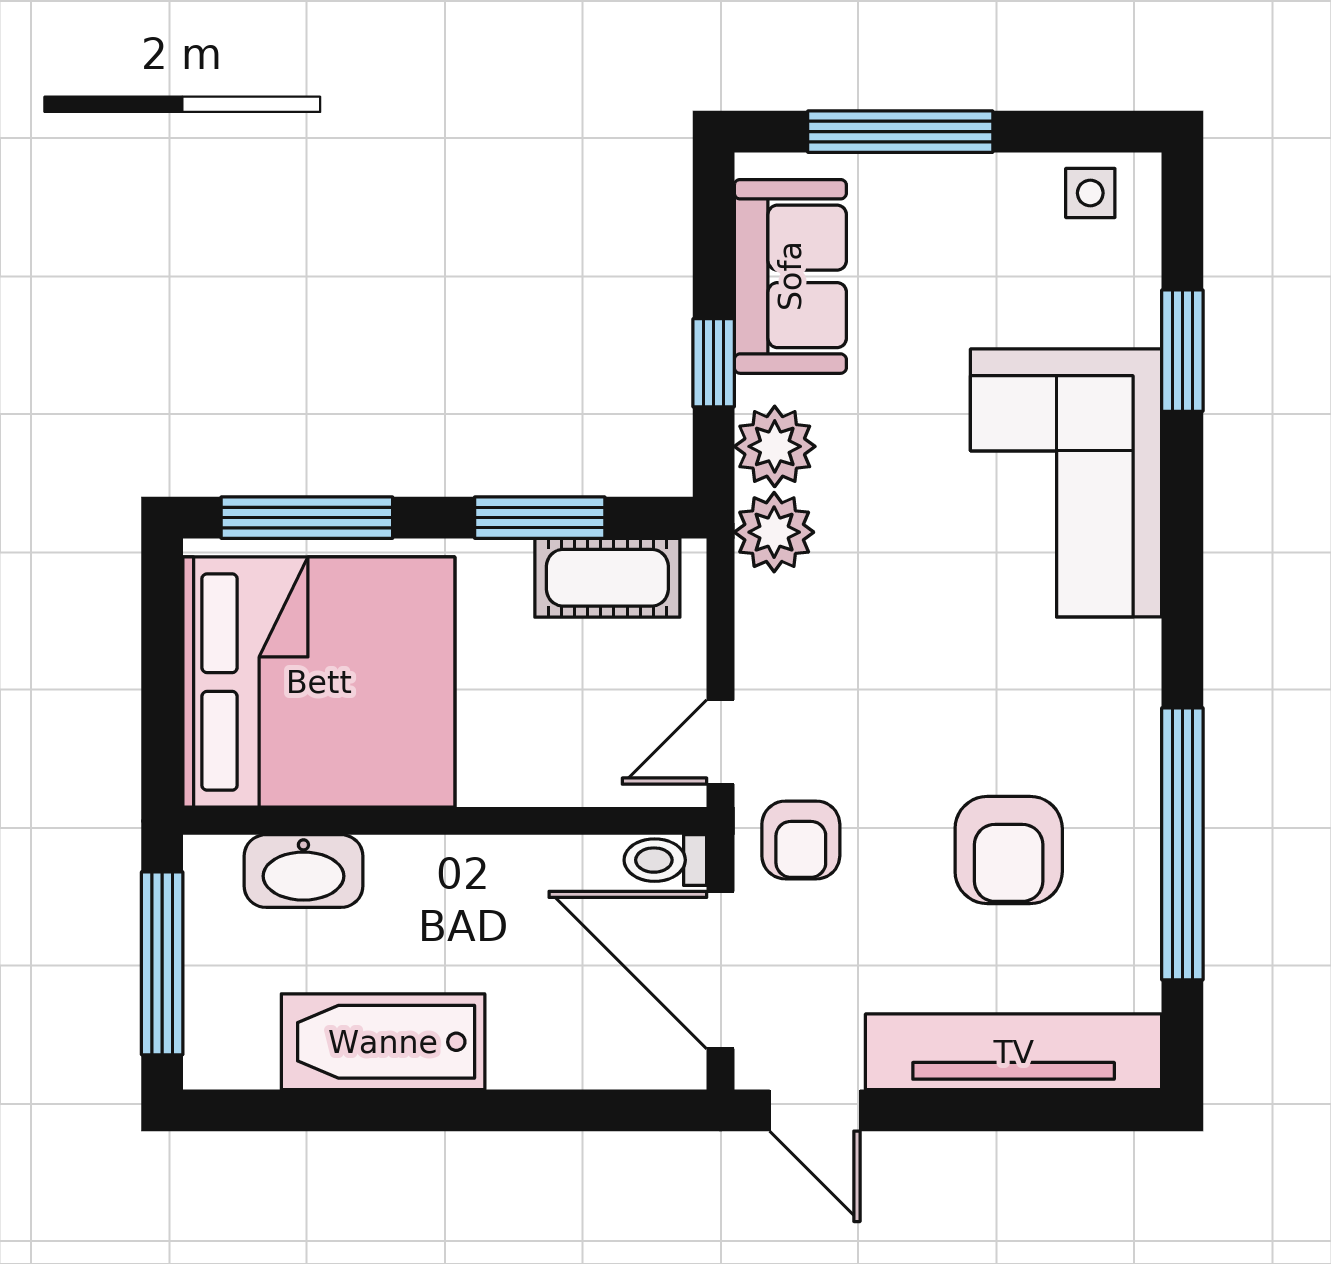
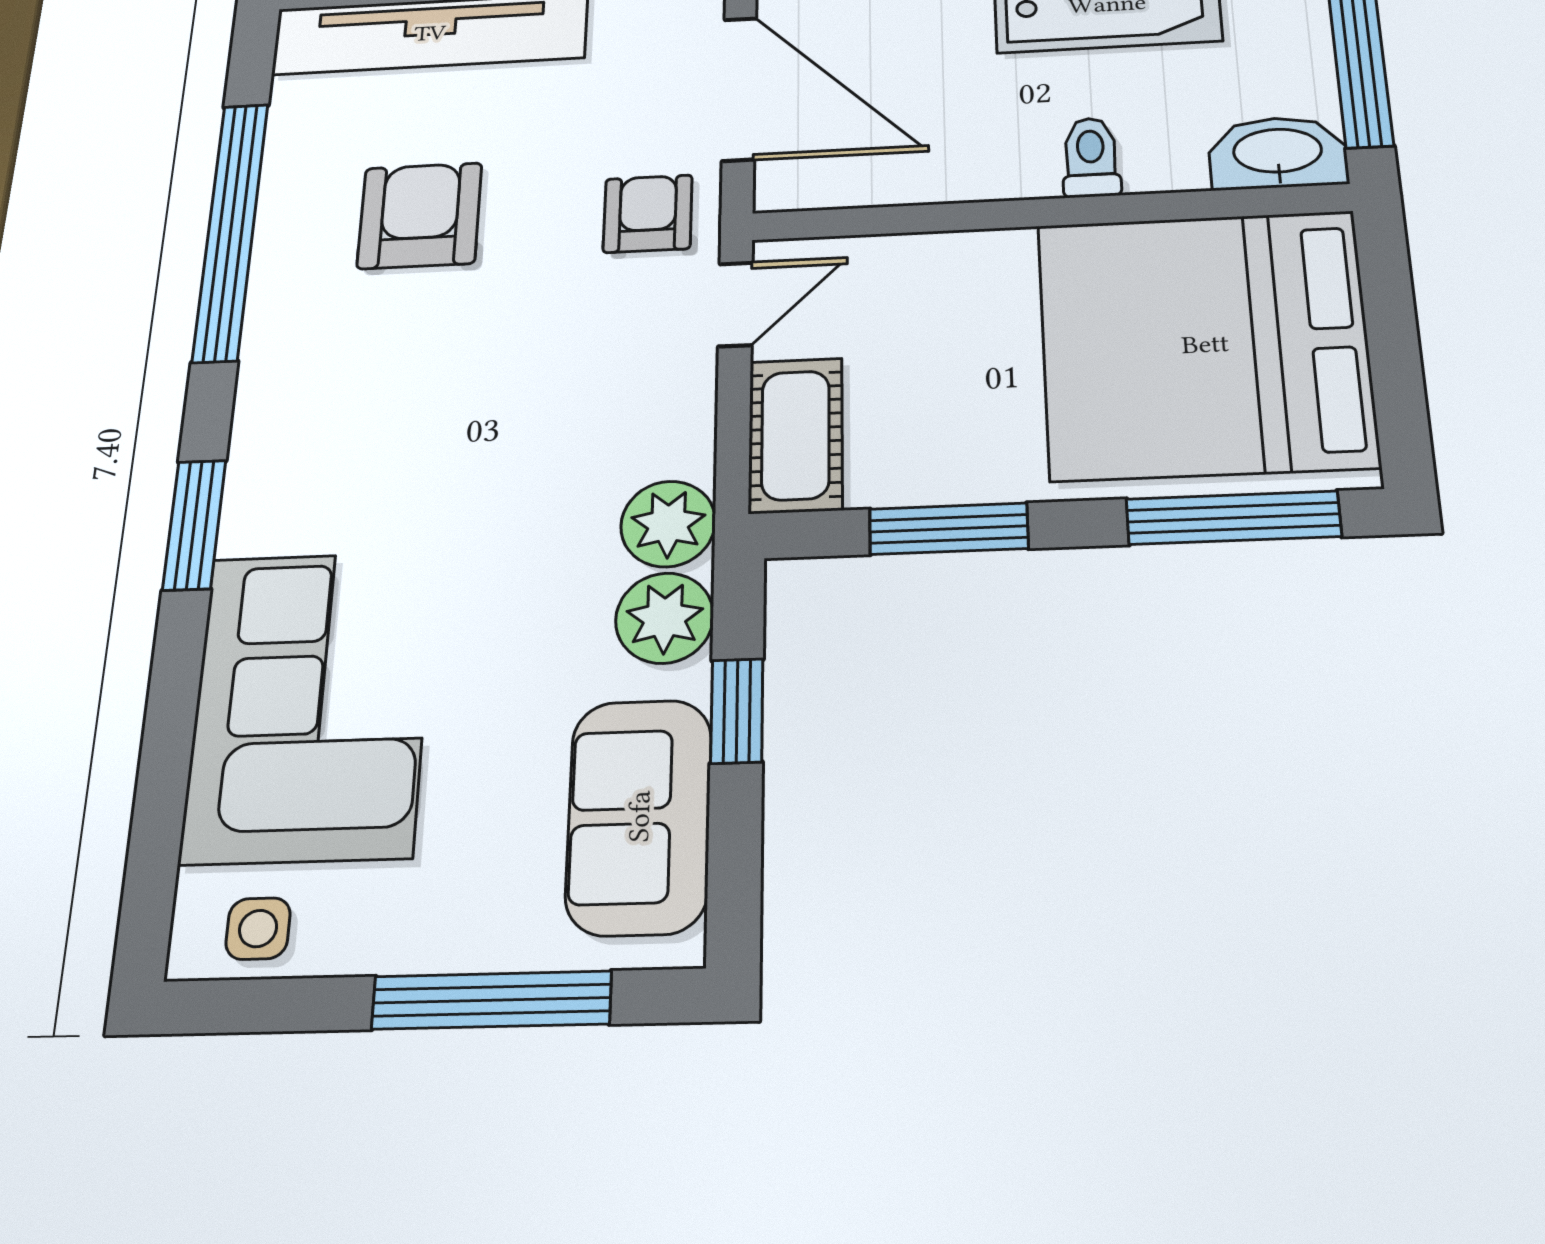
window: (1182, 351) -> (194, 525), moved
corner sofa: (1066, 483) -> (310, 705), moved
cot: (607, 578) -> (796, 435), moved, turned 90
toilet: (665, 860) -> (1091, 157), moved, turned -90
washbasin: (303, 871) -> (1278, 153), moved

